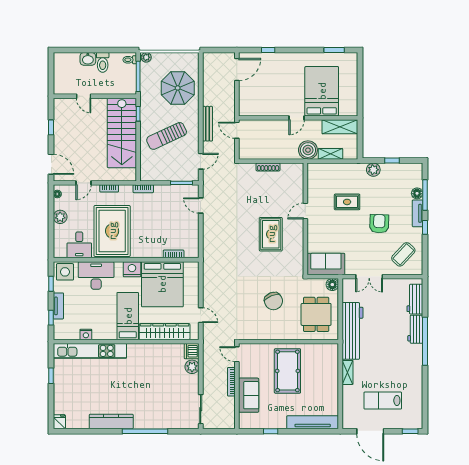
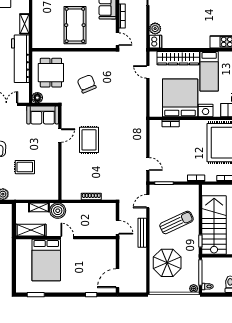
door: (297, 118) -> (67, 238), hinge flipped
door: (305, 211) -> (60, 135), moved

